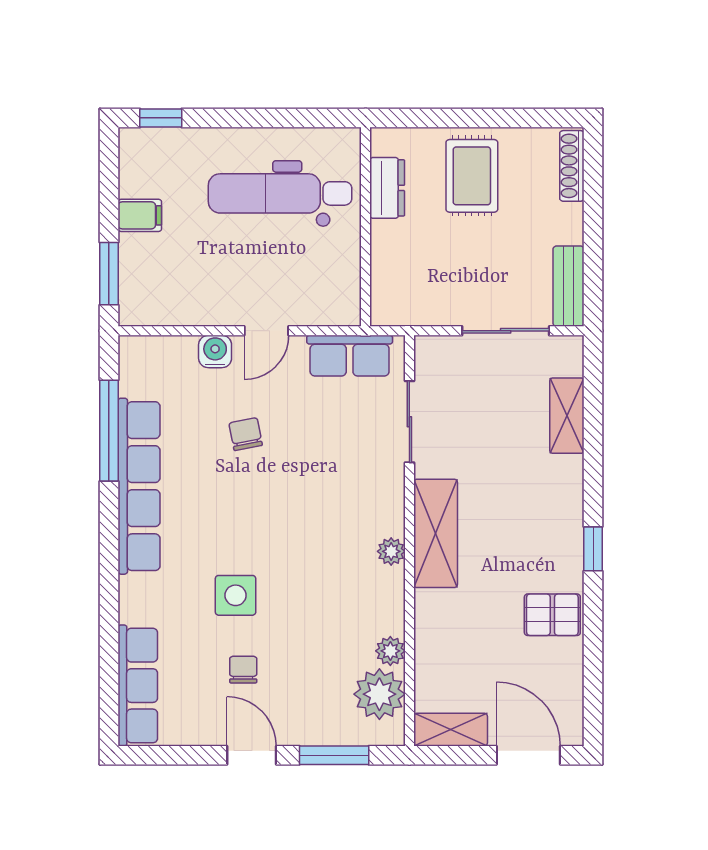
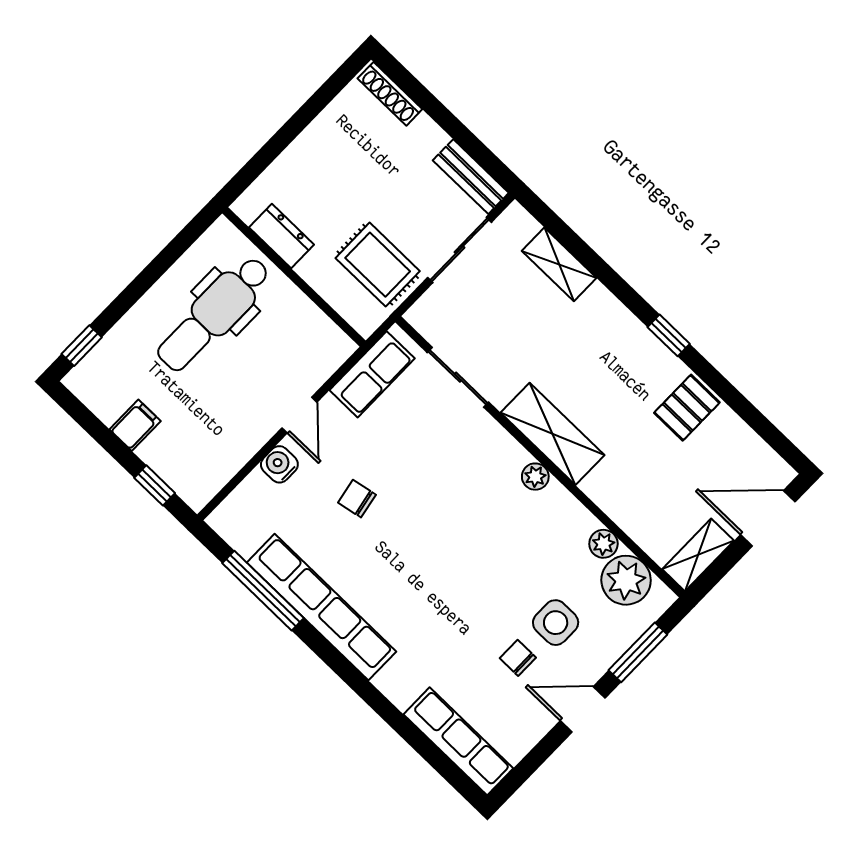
rug: (472, 176) -> (378, 265), moved
window: (109, 274) -> (155, 485), width x0.67
side table: (236, 595) -> (556, 623), moved

